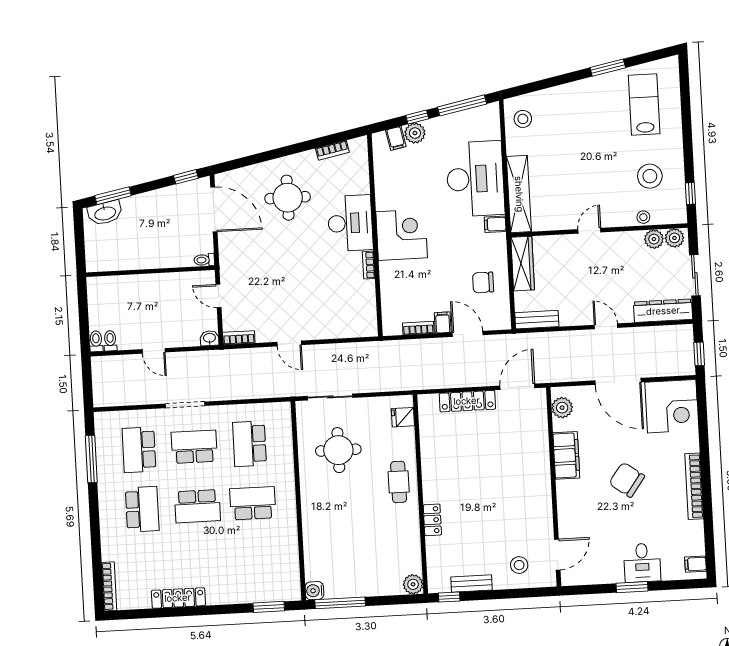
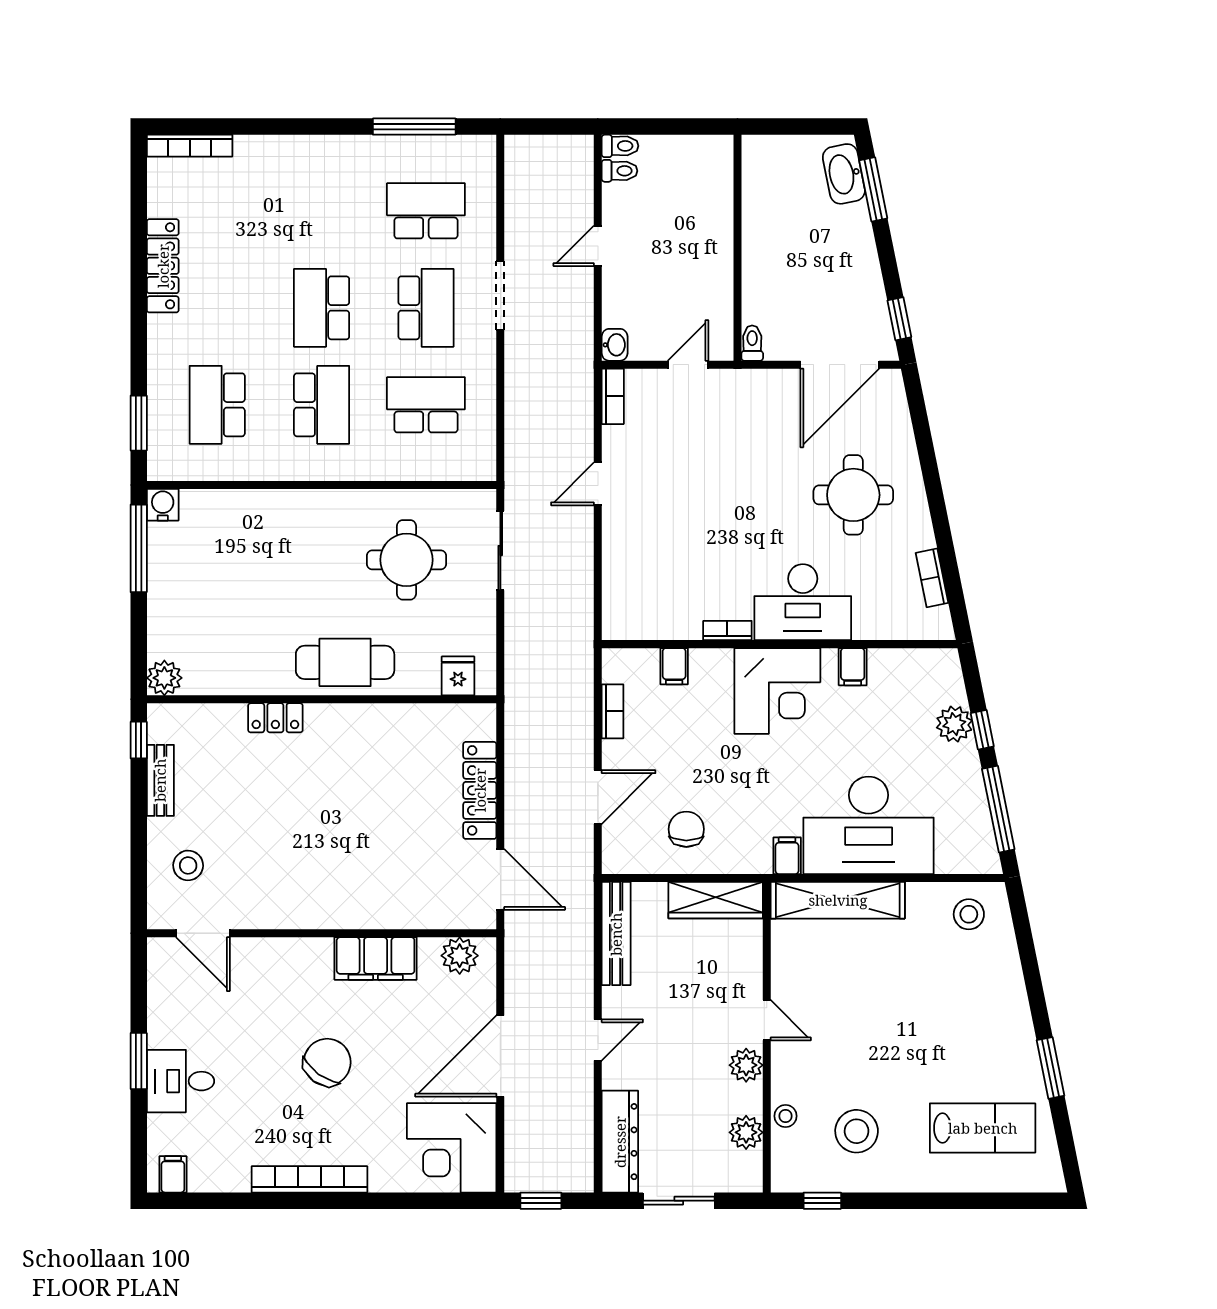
filing cabinet: (396, 138) -> (853, 667), moved, turned -79
plant: (674, 238) -> (746, 1065), moved
bench: (537, 320) -> (616, 934), width x1.36
filing cabinet: (443, 323) -> (674, 666), moved, turned 90
cafe table: (399, 482) -> (345, 662), width x1.37, depth x1.35
school desk: (142, 509) -> (217, 405), moved, turned 90

